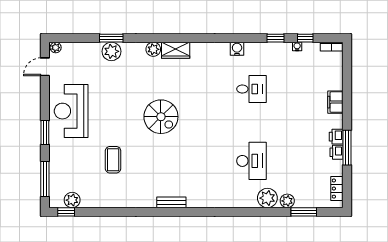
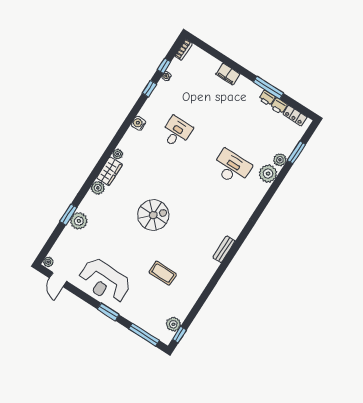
plant: (196, 48) -> (118, 154), added
printer: (336, 137) -> (279, 106), moved

